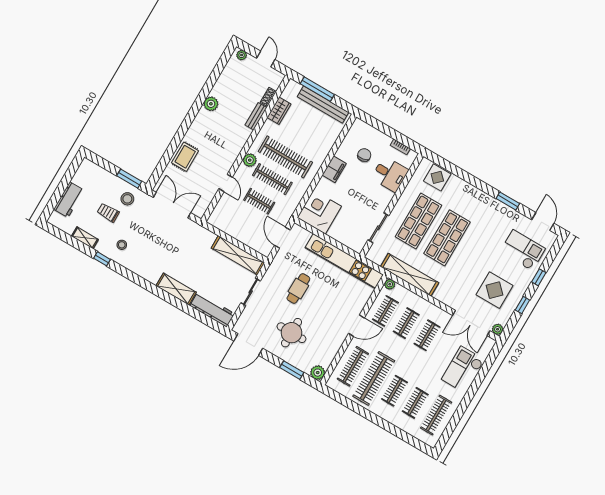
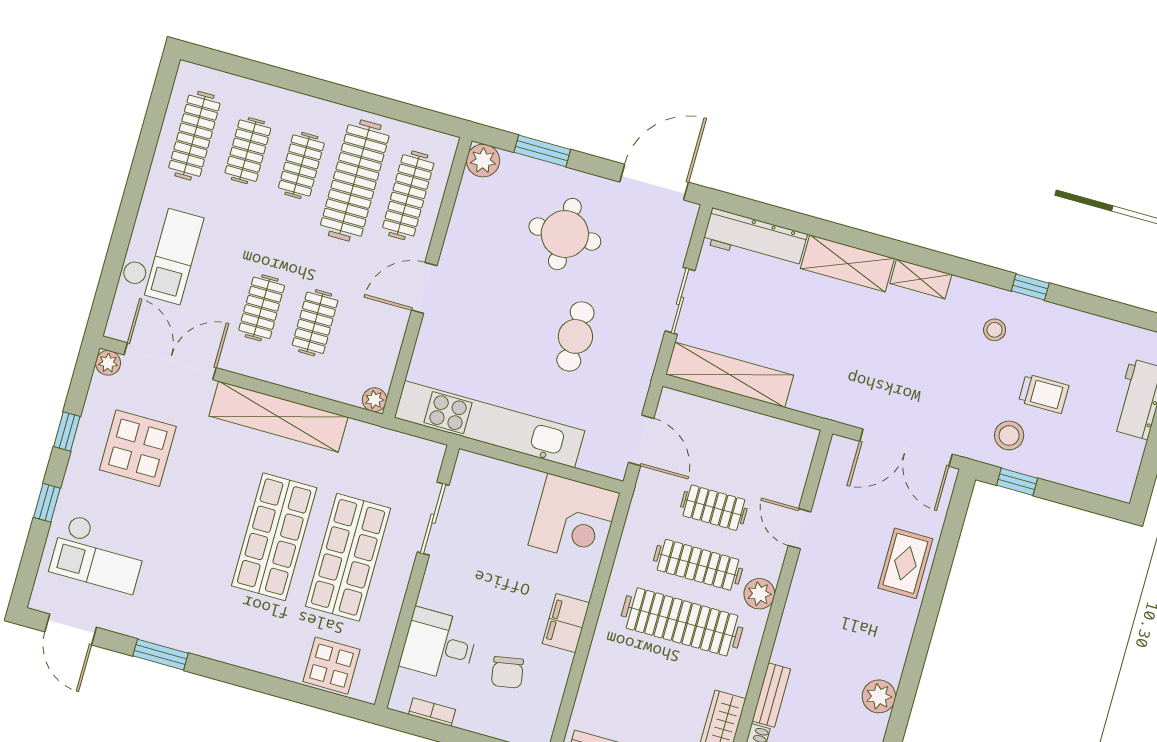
window: (129, 179) -> (1017, 482), width x0.67
shelving: (85, 238) -> (921, 279), moved
shelving: (410, 275) -> (278, 417), moved
clothes rail: (385, 311) -> (369, 338), removed

